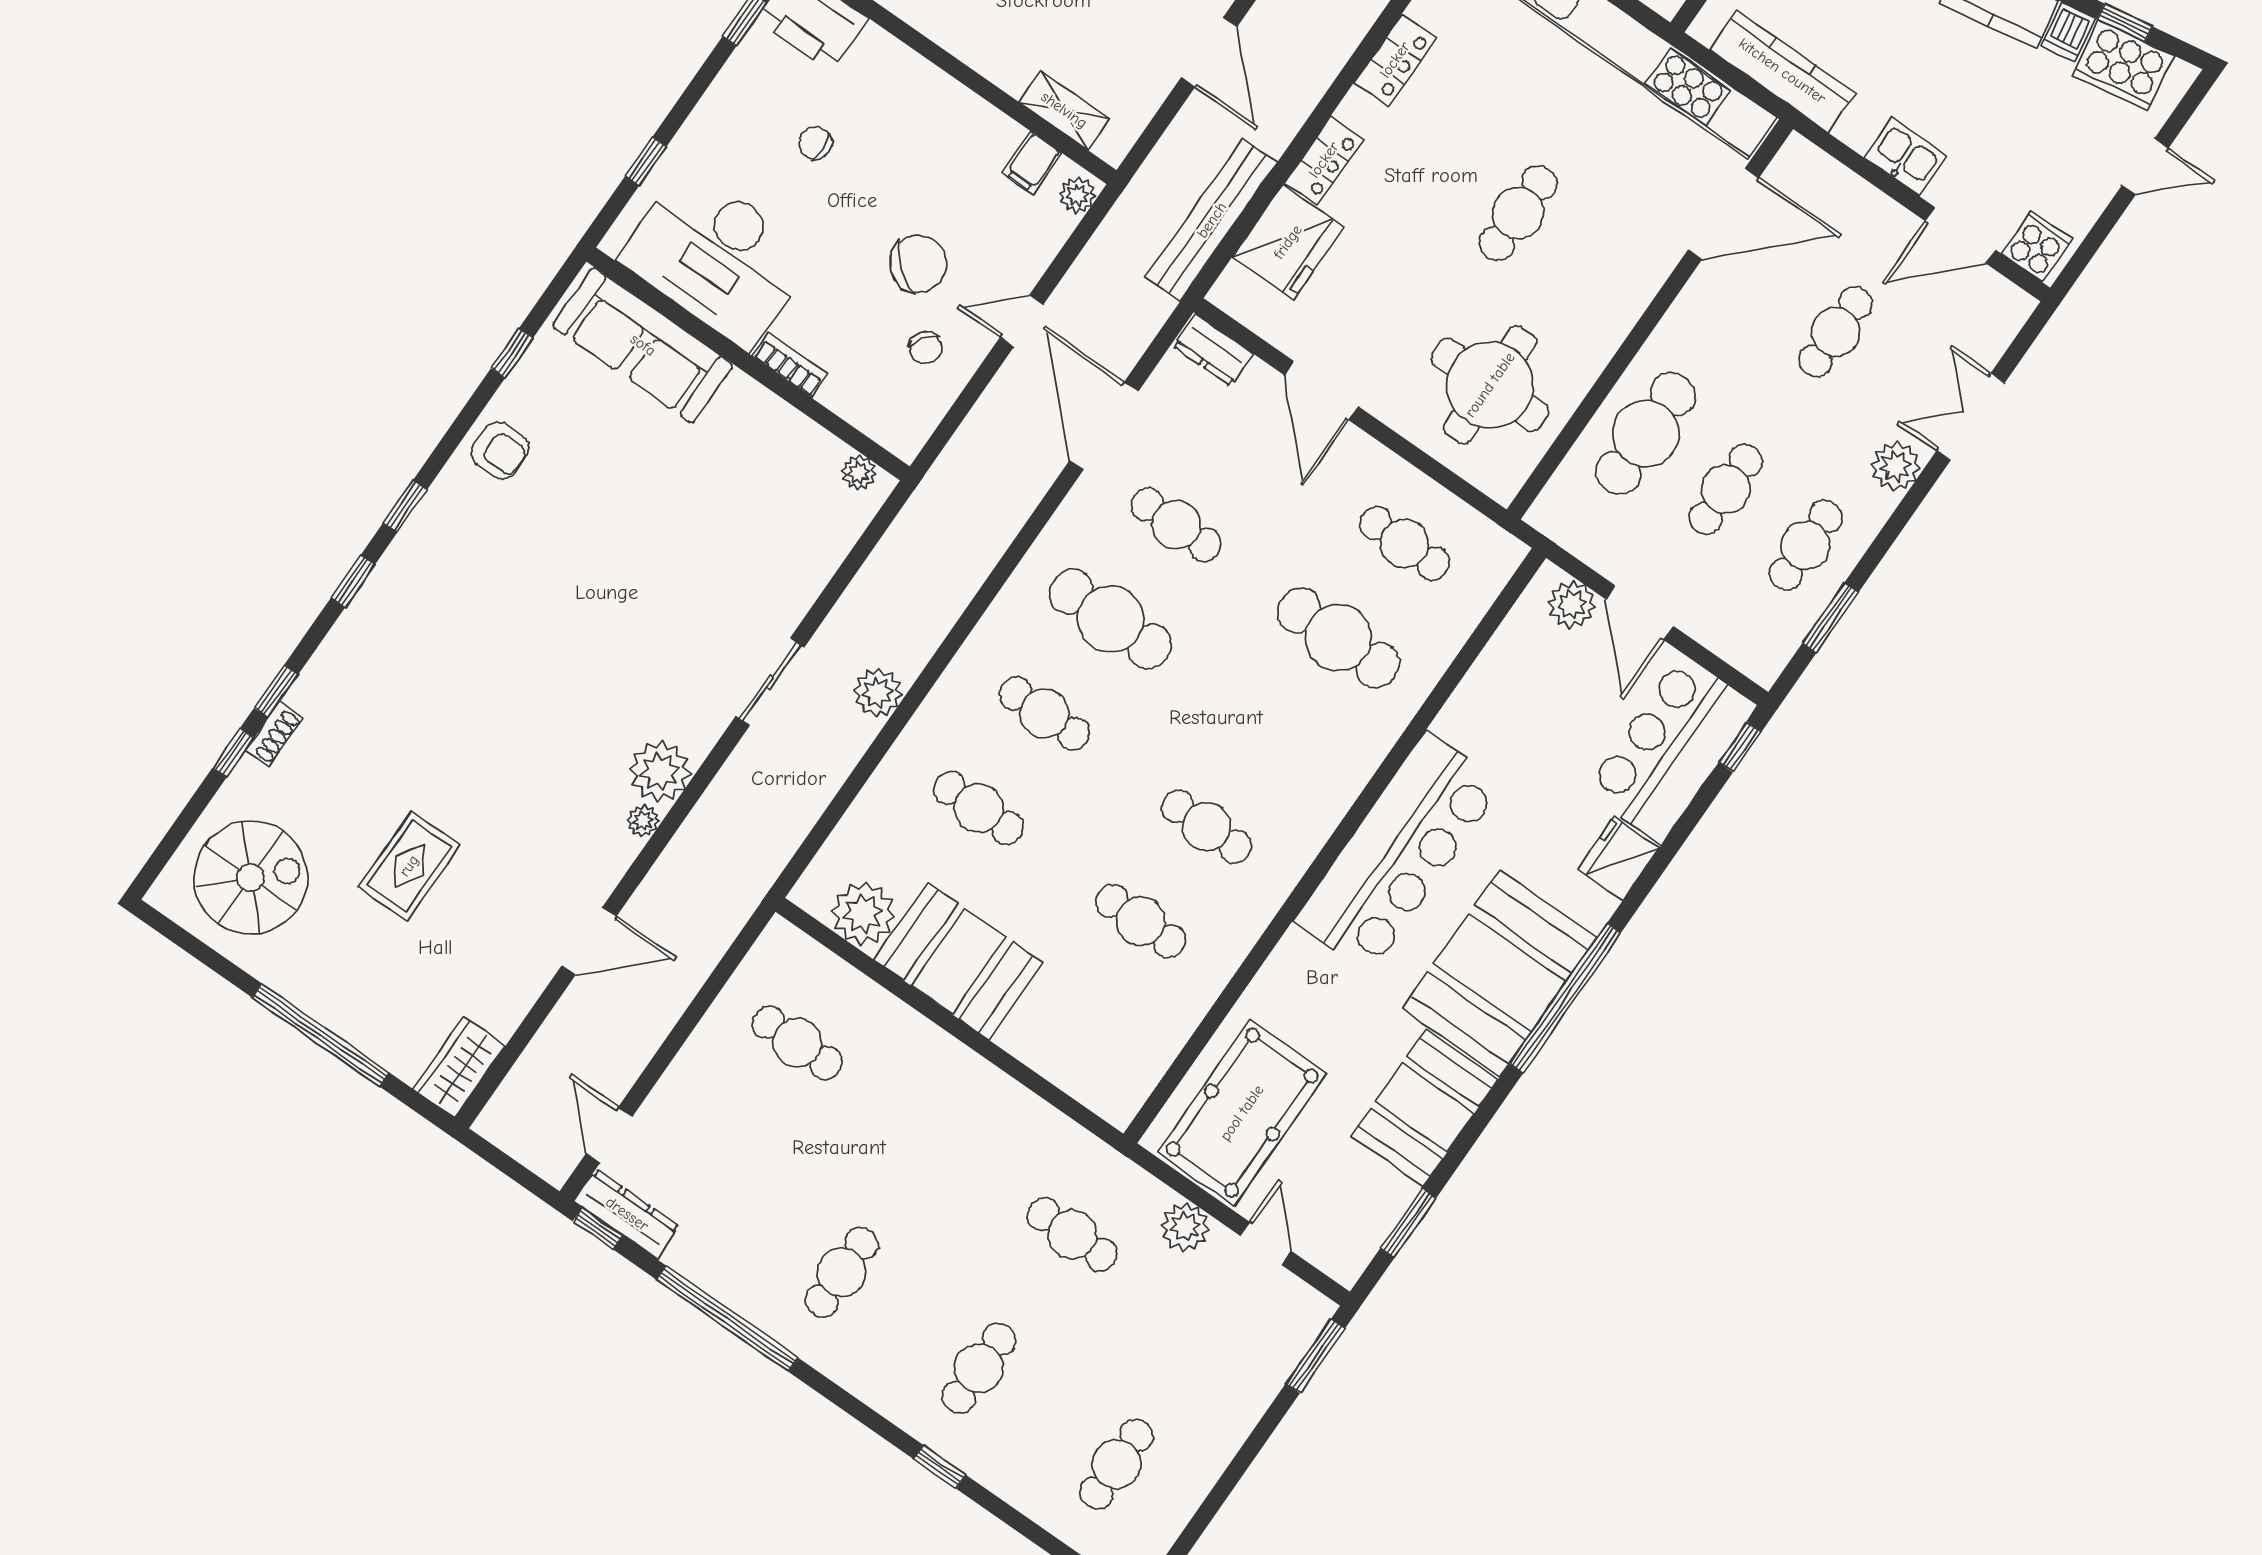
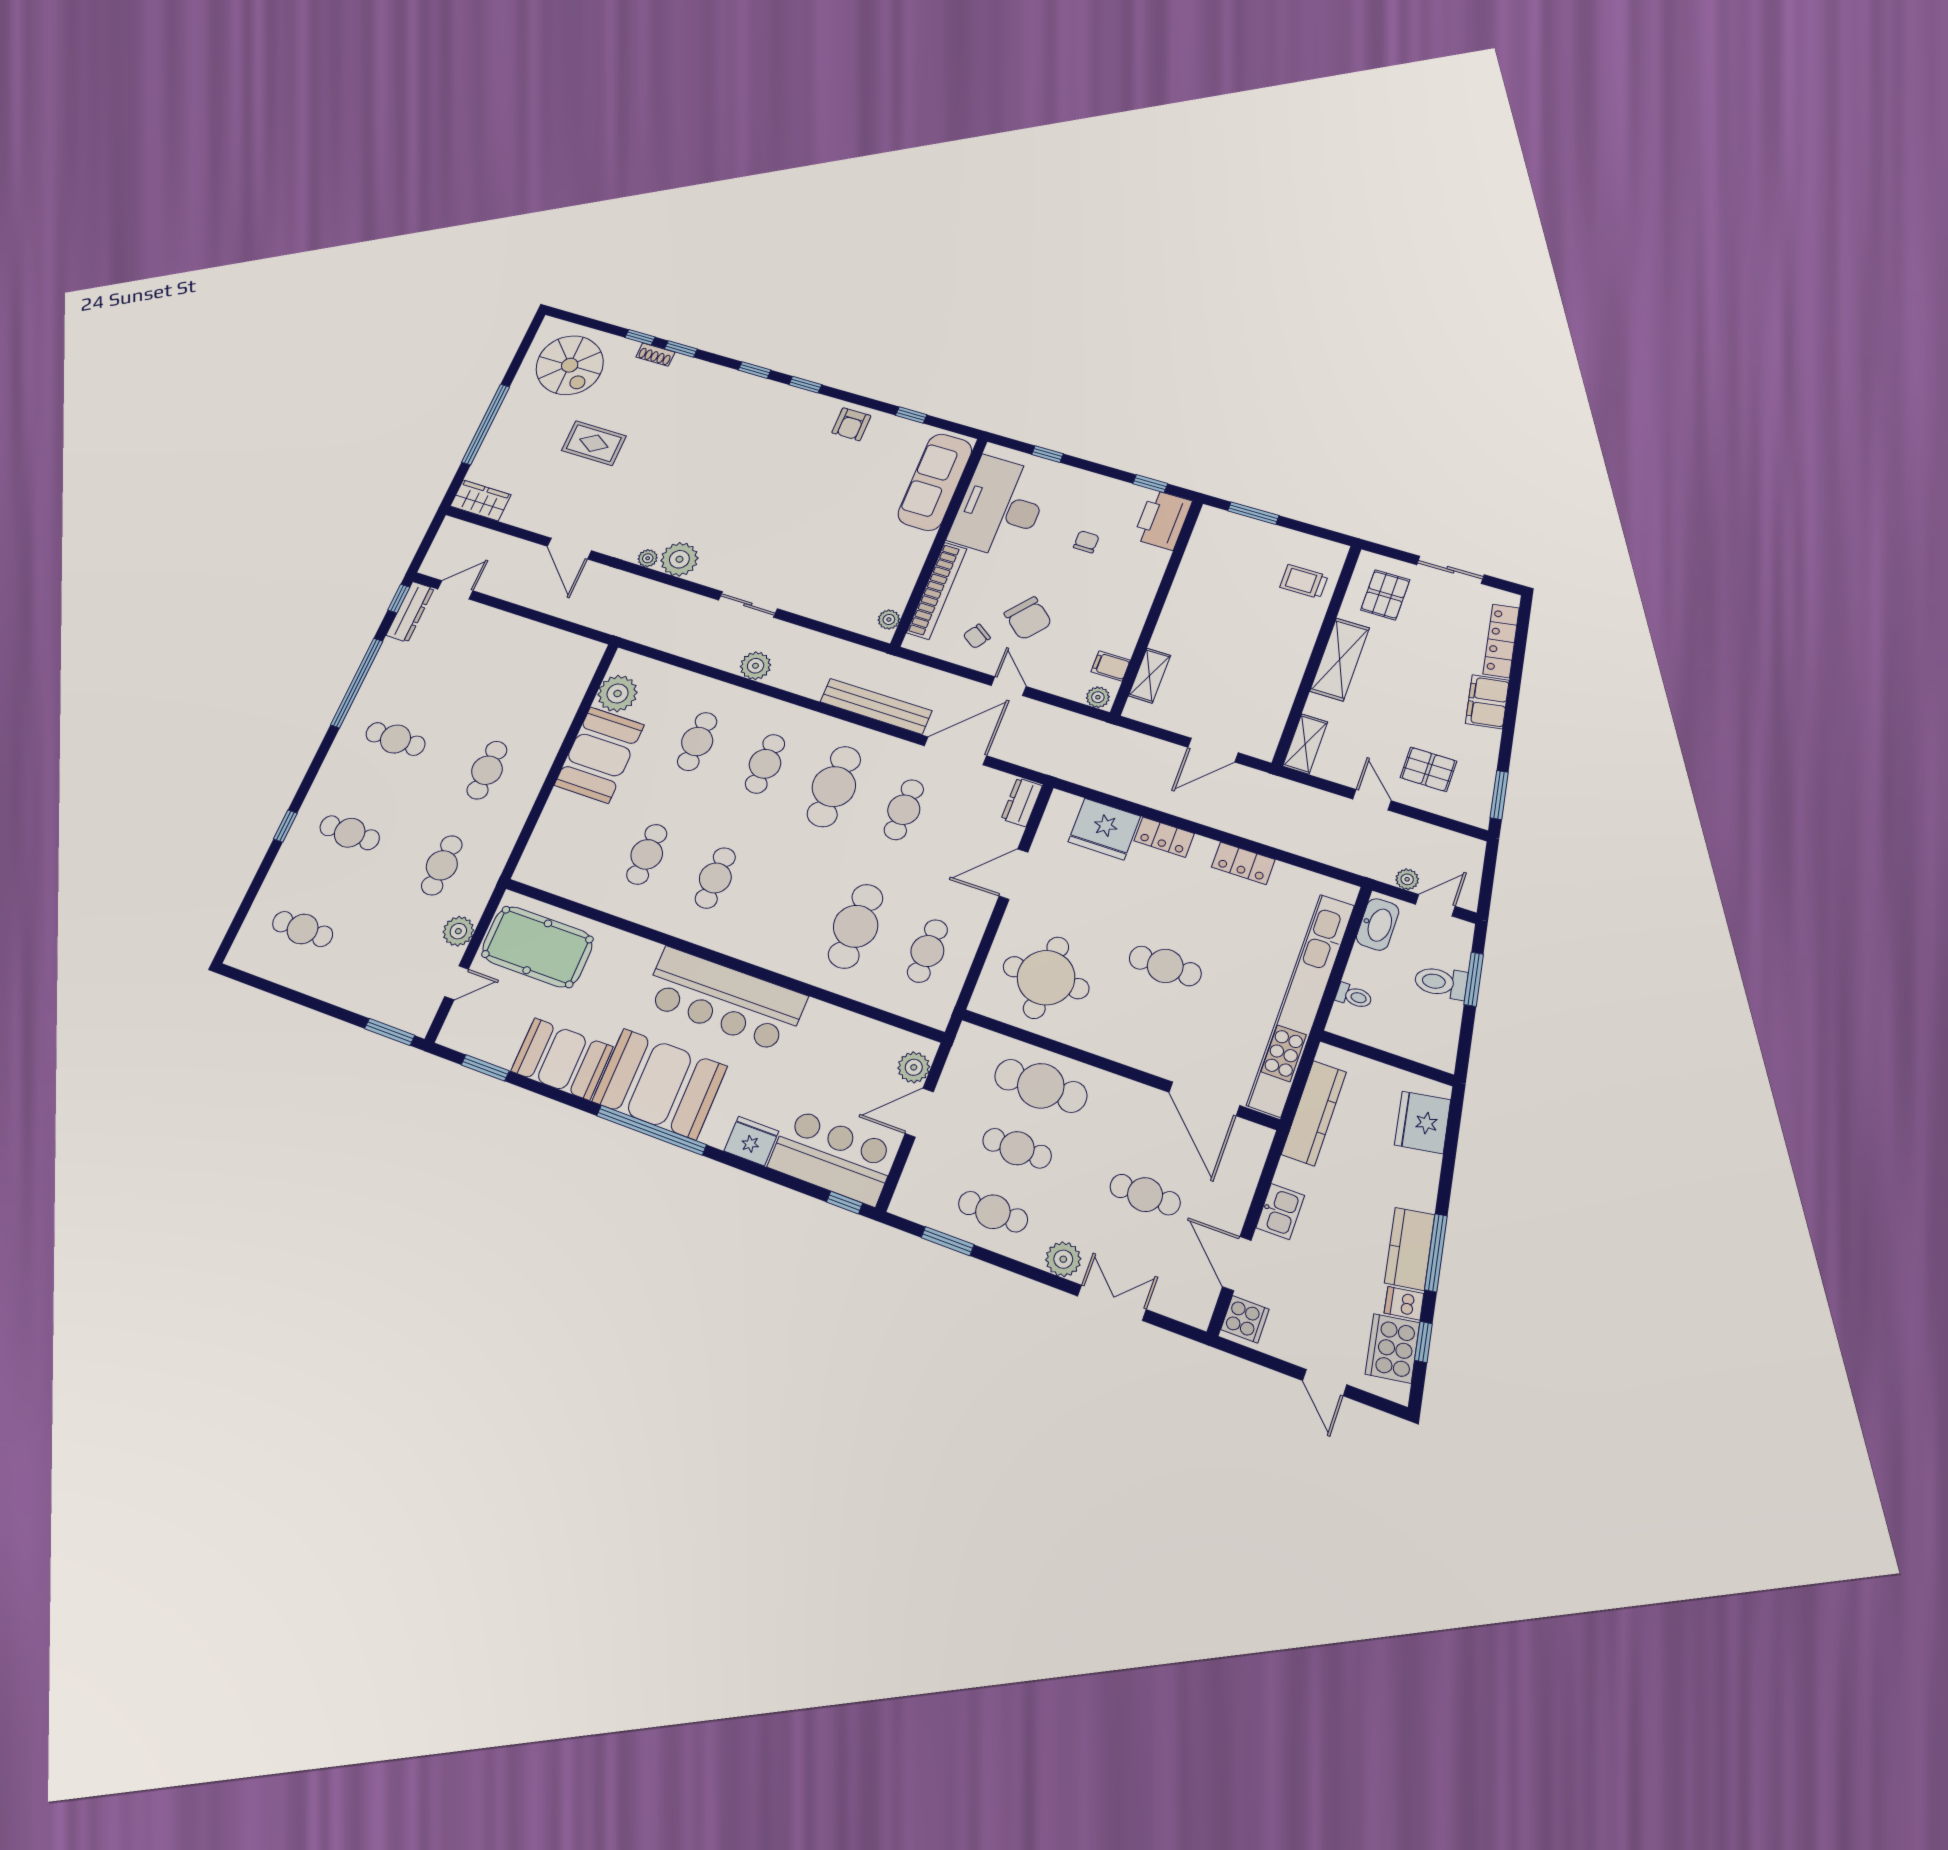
bench: (1212, 220) -> (876, 706), moved
bookcase: (790, 365) -> (937, 591), width x2.31, depth x1.31
cafe table: (797, 1043) -> (487, 770), moved

